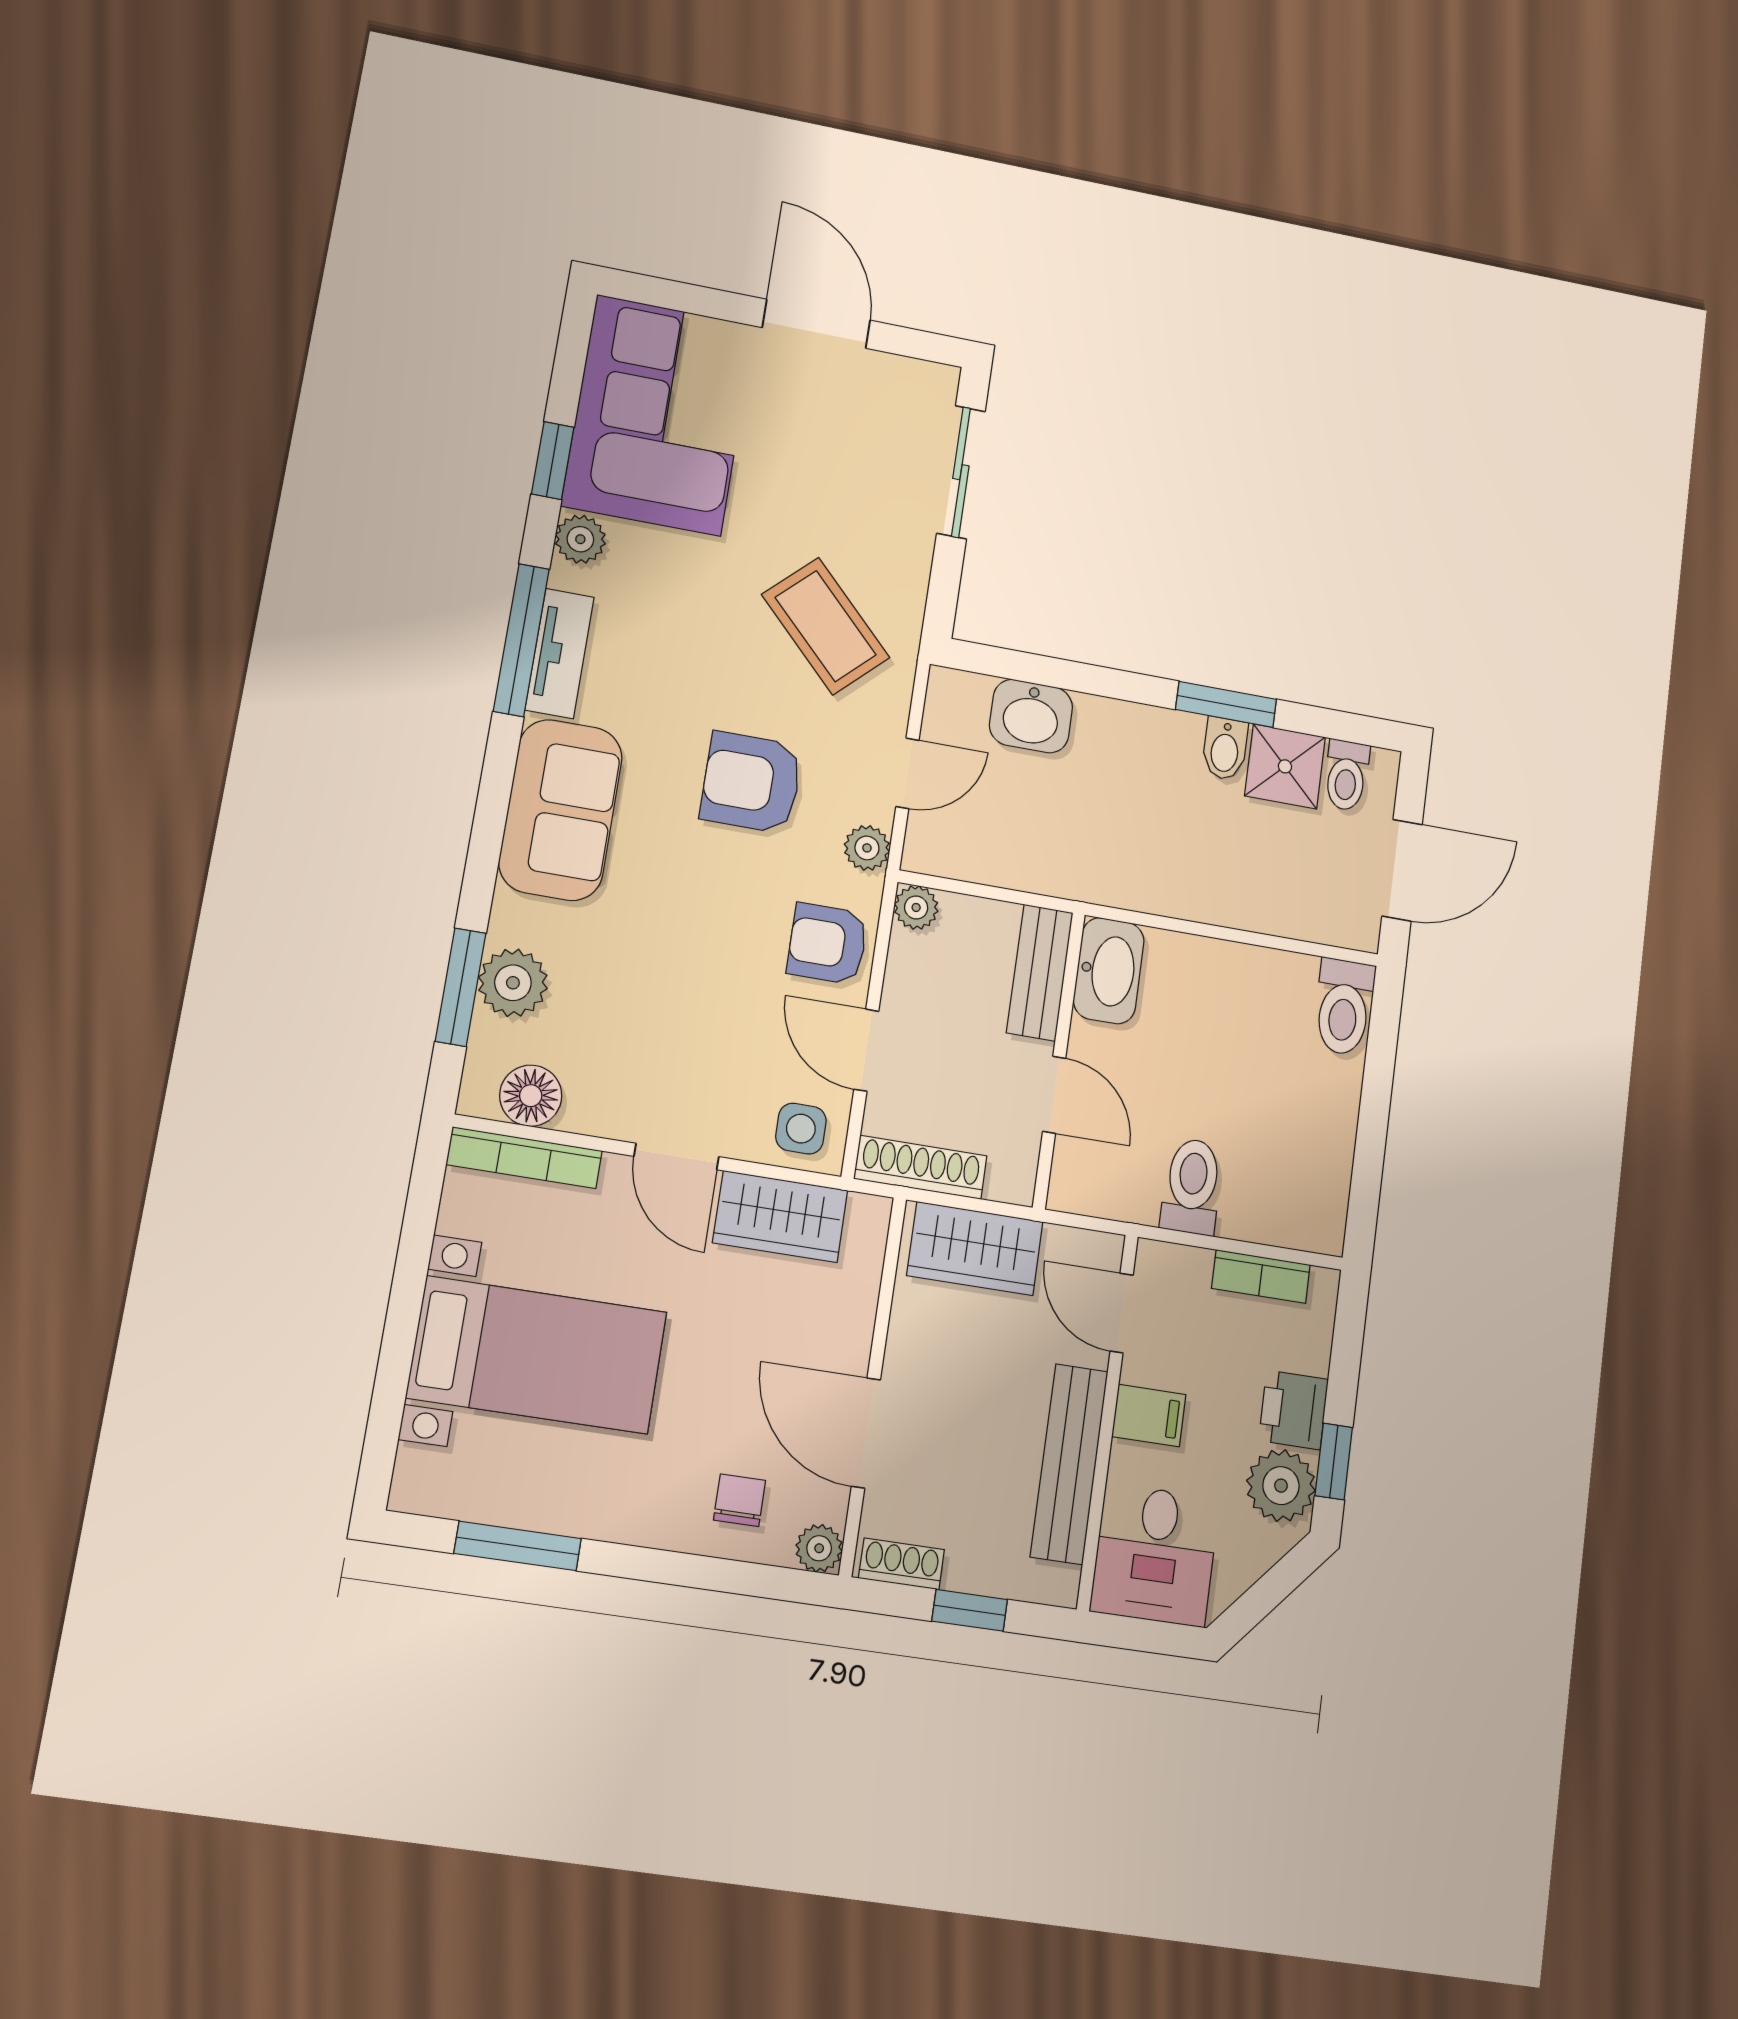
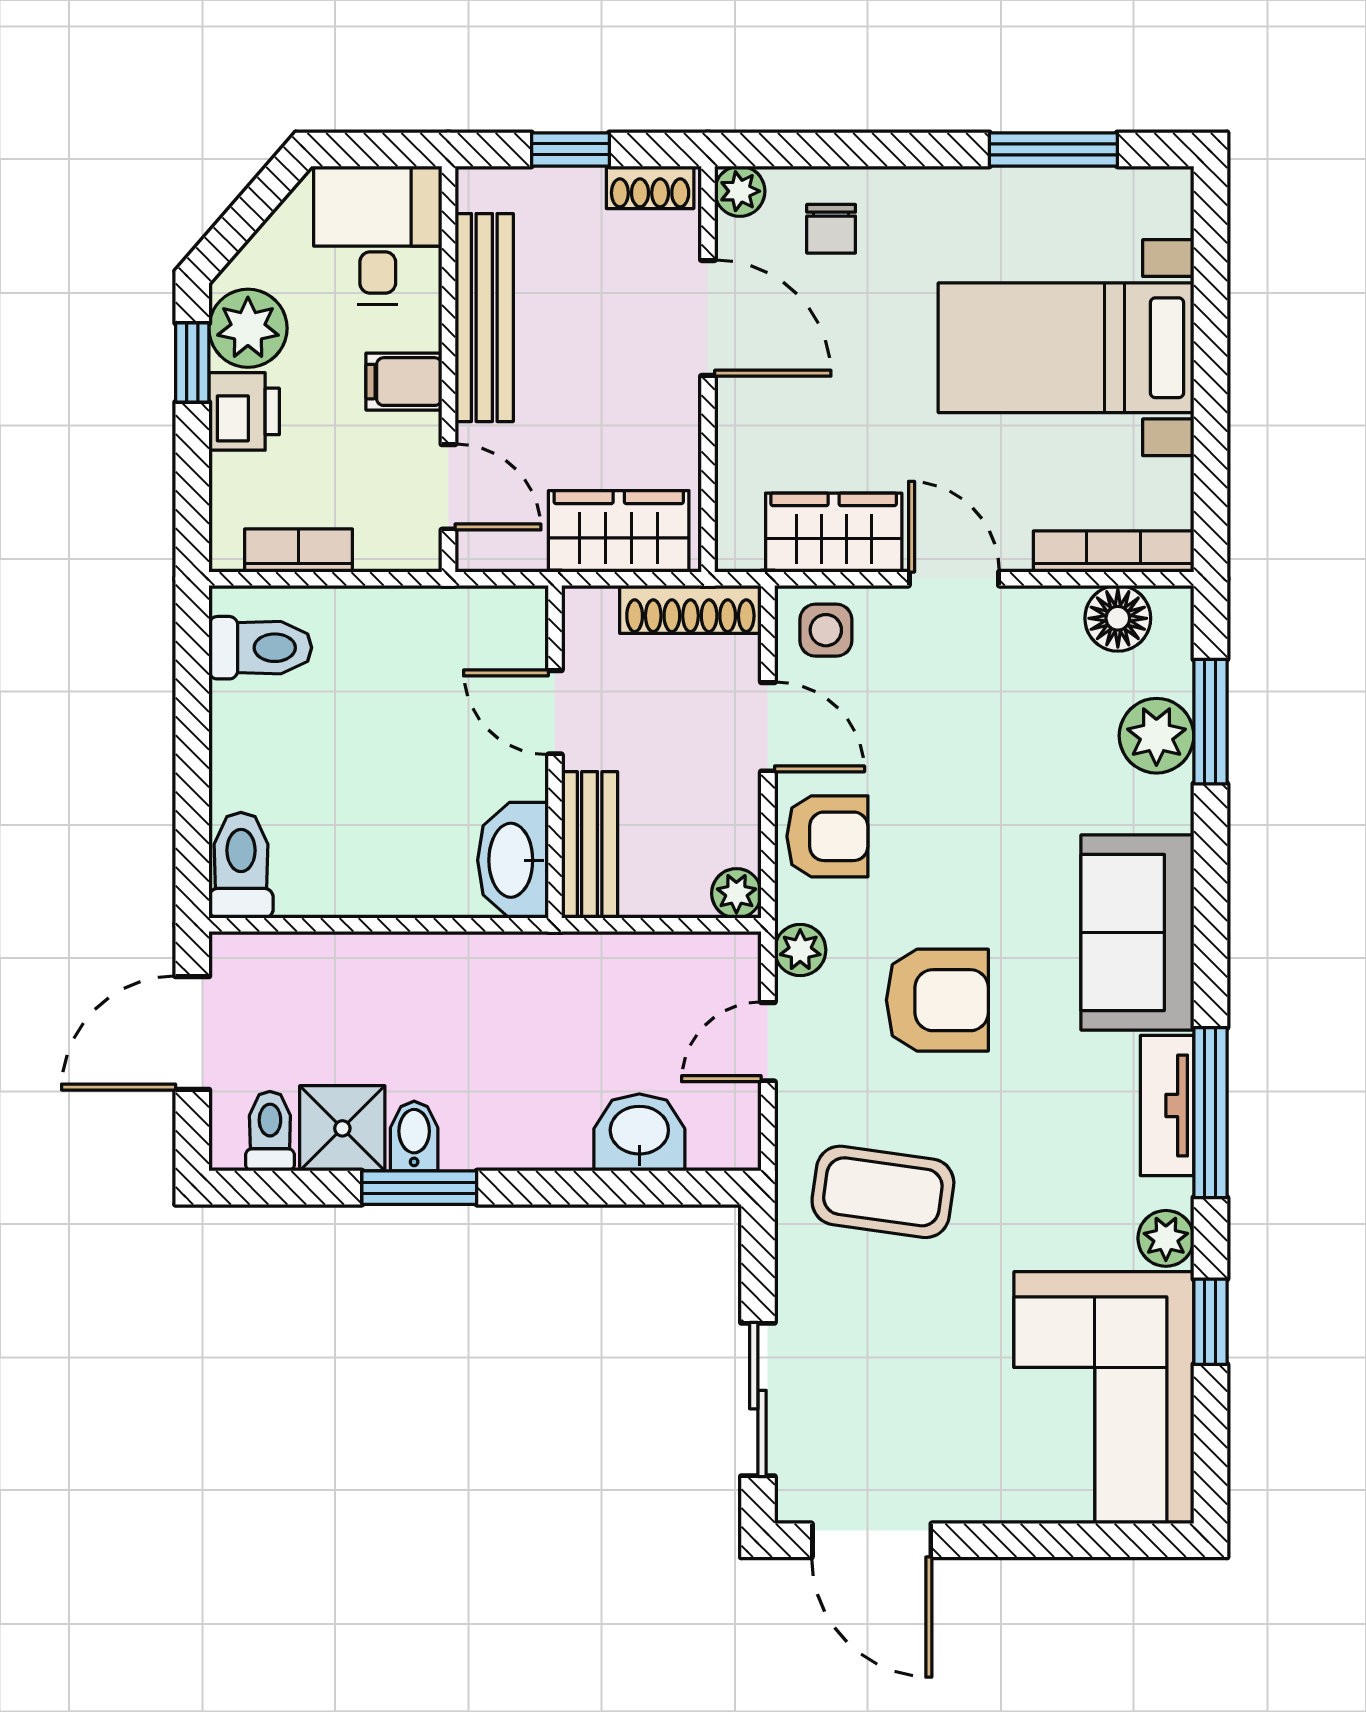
door: (816, 324) -> (872, 1540), moved
coffee table: (826, 626) -> (883, 1192), turned -38
toilet: (1192, 1186) -> (260, 648), moved, turned -90

